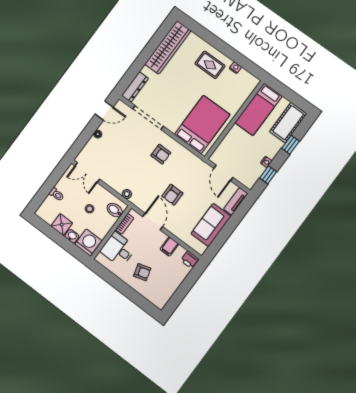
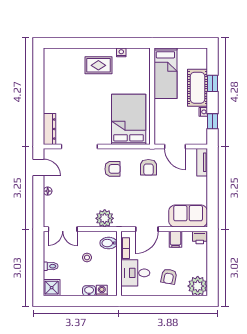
wardrobe: (168, 47) -> (53, 76), removed
door: (104, 111) -> (38, 167), hinge flipped
cot: (288, 123) -> (198, 88), moved
plant: (127, 194) -> (105, 218), width x1.88, depth x1.88
armchair: (172, 195) -> (148, 167), moved
door: (153, 222) -> (147, 229), swing flipped
shower: (62, 225) -> (52, 288), moved
sofa: (211, 225) -> (188, 216), moved, turned 90
washing machine: (88, 242) -> (102, 291), width x0.53, depth x0.53
armchair: (142, 272) -> (169, 277), turned 117
plant: (159, 297) -> (198, 286), added

